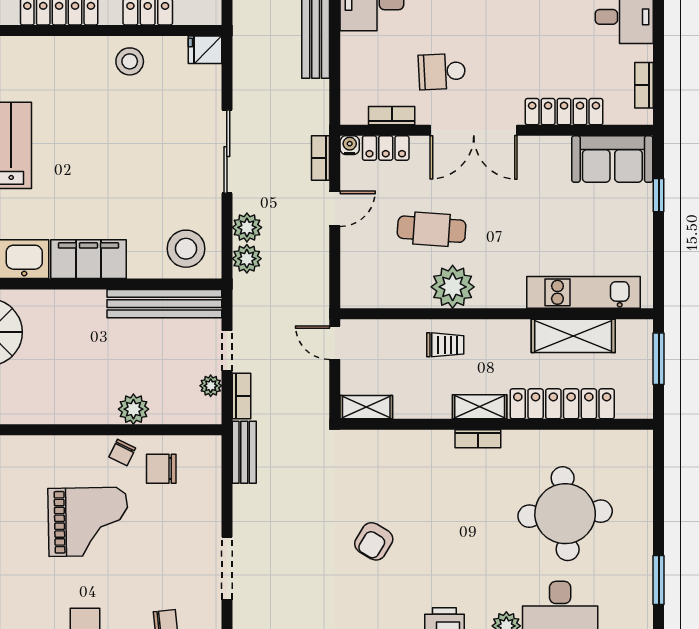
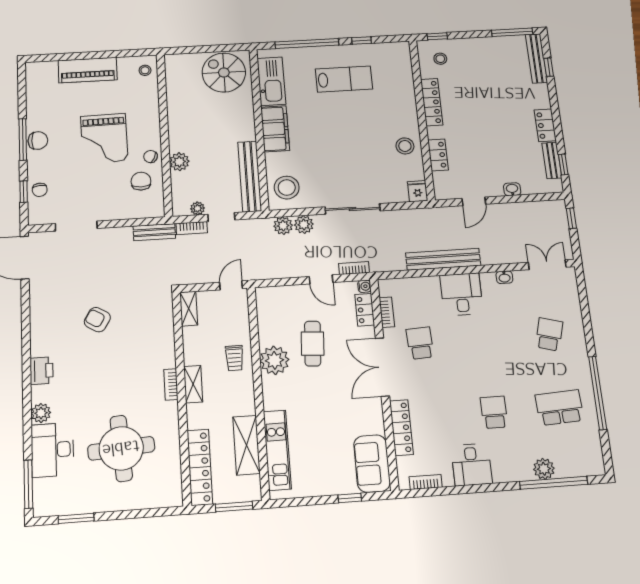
locker: (562, 404) -> (200, 467), moved

